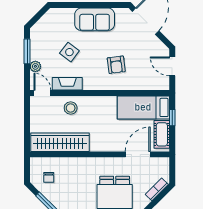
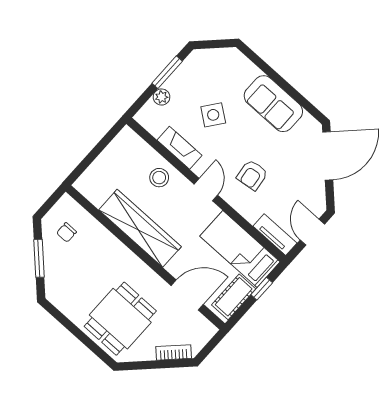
tv unit: (154, 84) -> (275, 235), added
door: (42, 93) -> (206, 190), moved
wardrobe: (60, 142) -> (140, 228), moved

